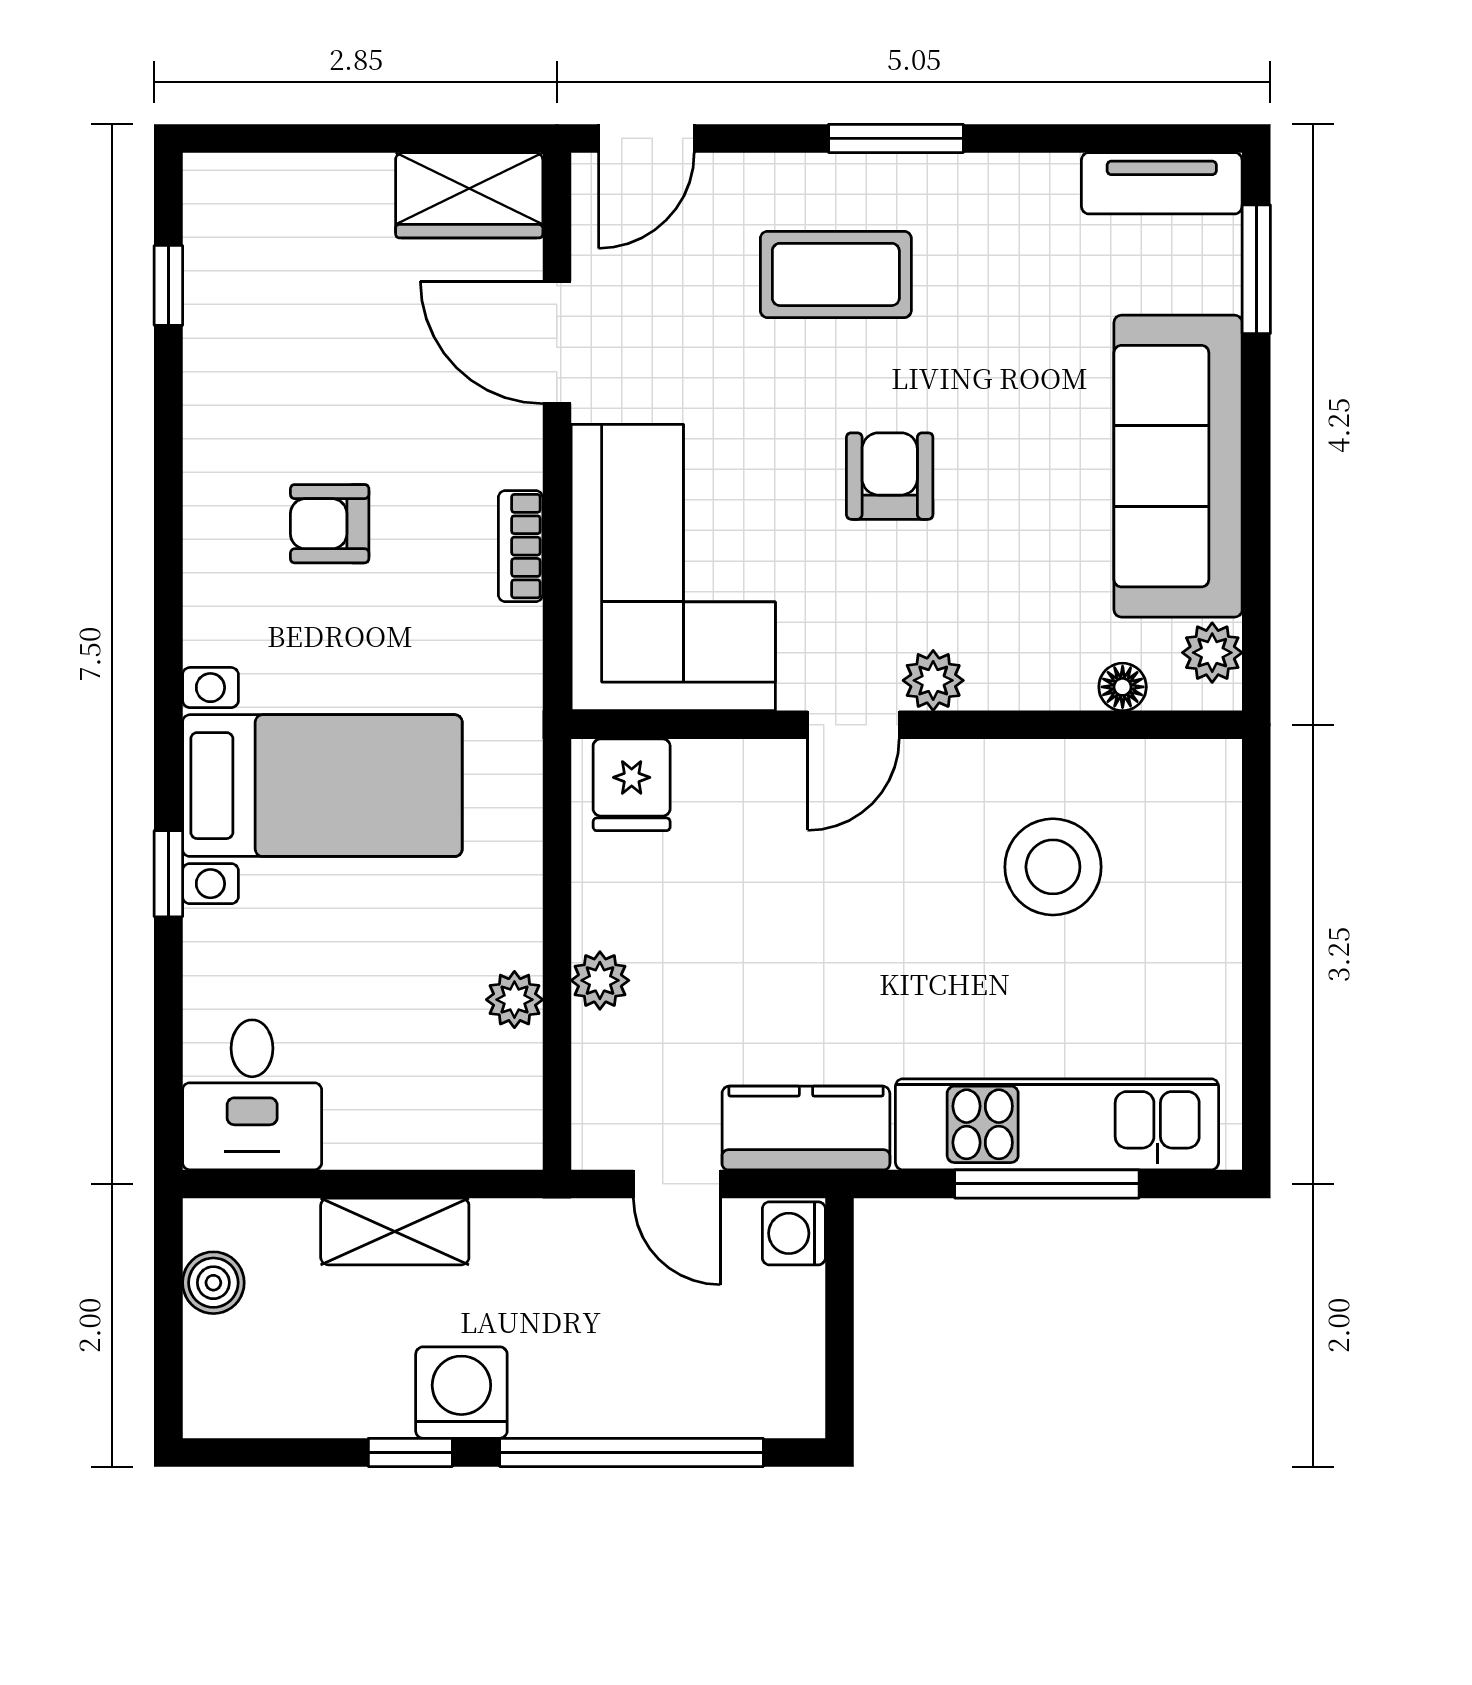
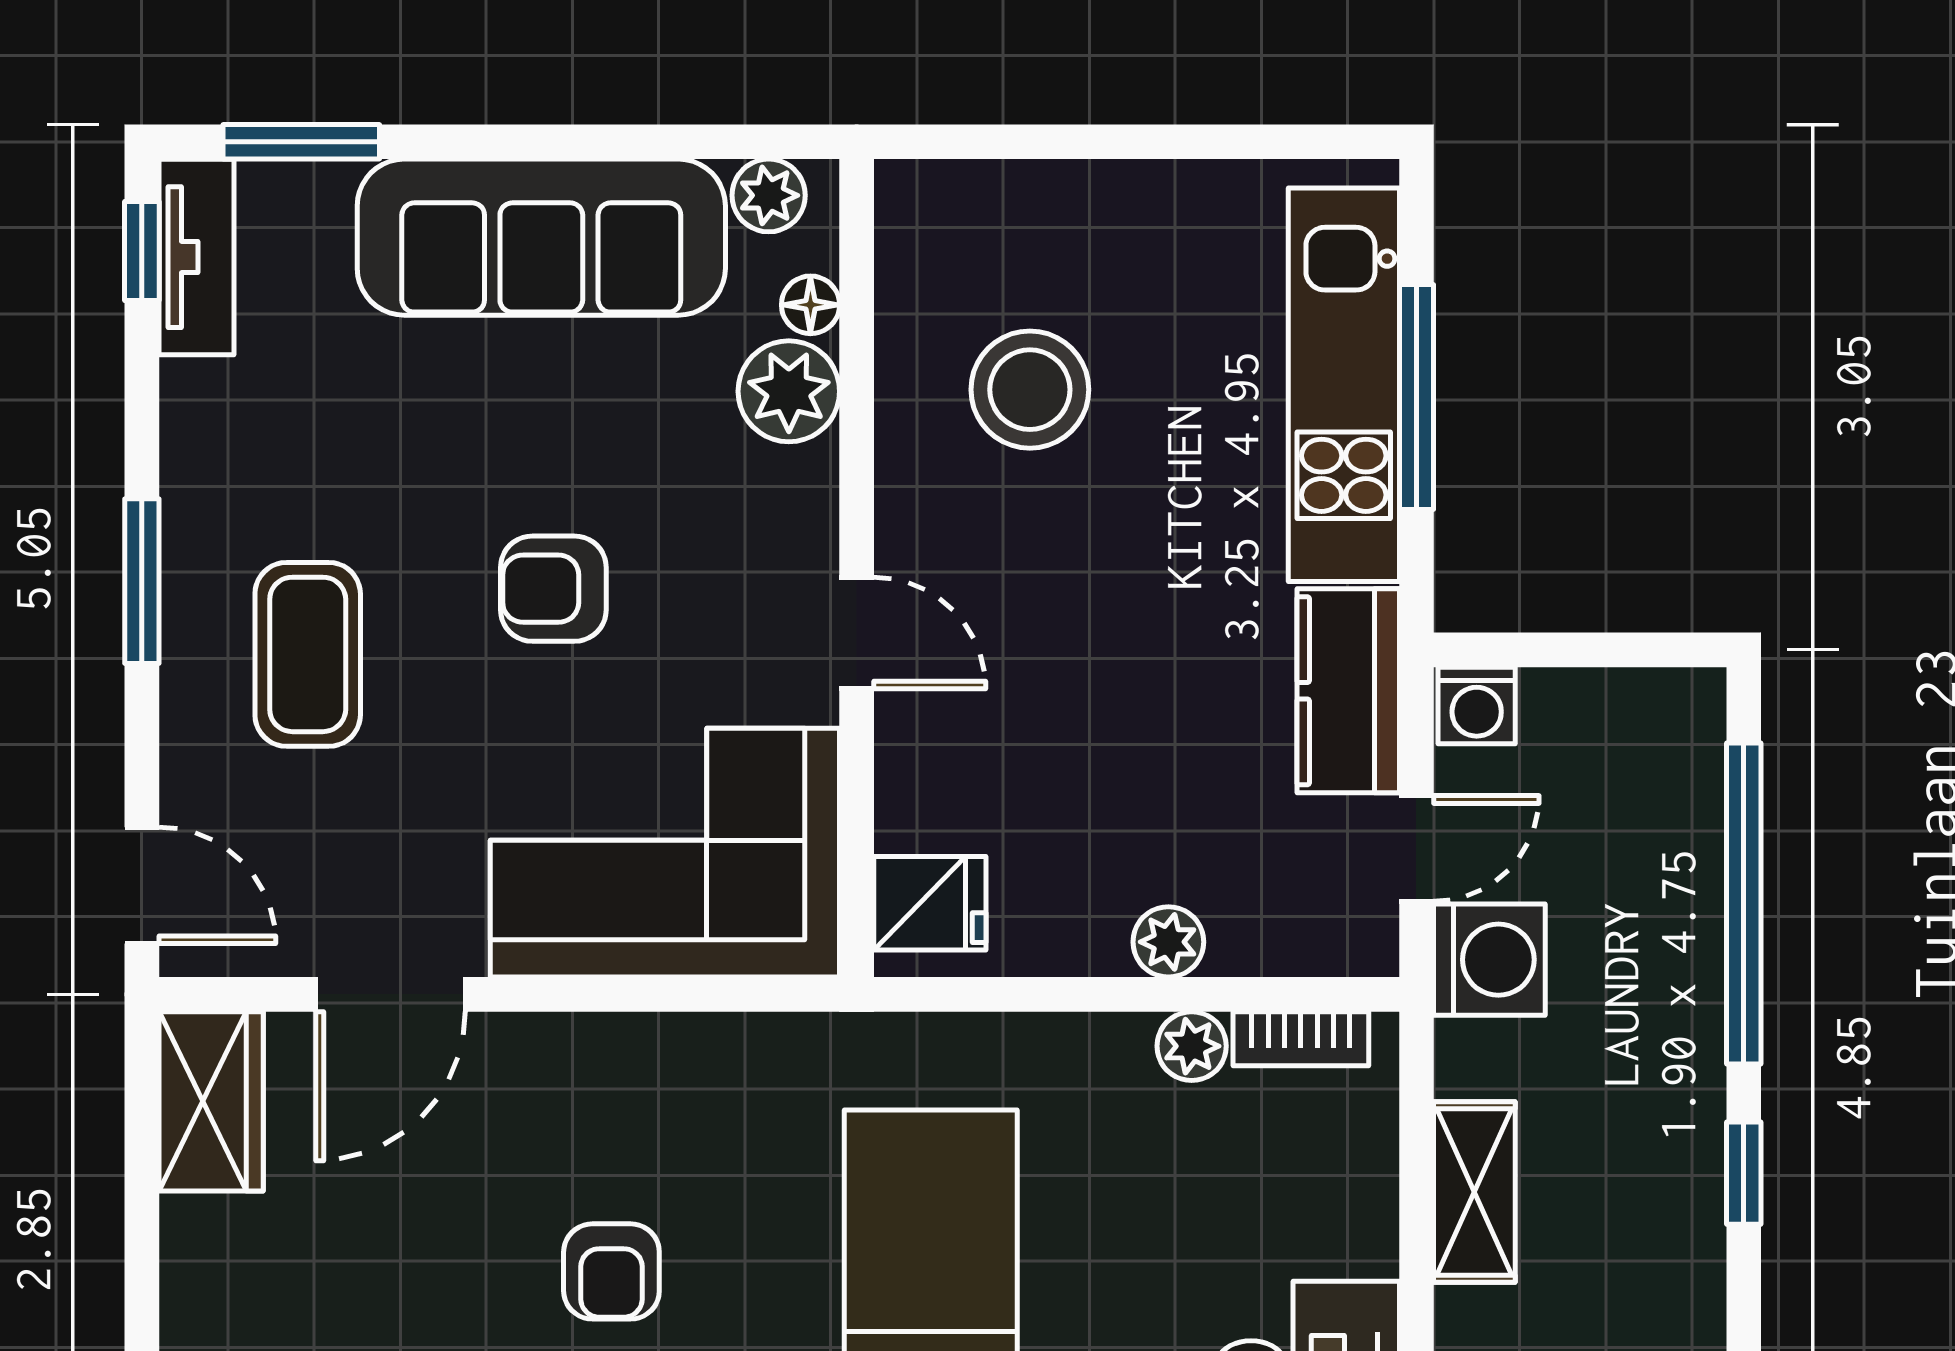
window: (1167, 138) -> (142, 251), added
bookcase: (521, 546) -> (1301, 1039), moved
plant: (933, 680) -> (789, 391), moved, width x1.38, depth x1.38
washing machine: (461, 1393) -> (1489, 960), moved, turned 180

